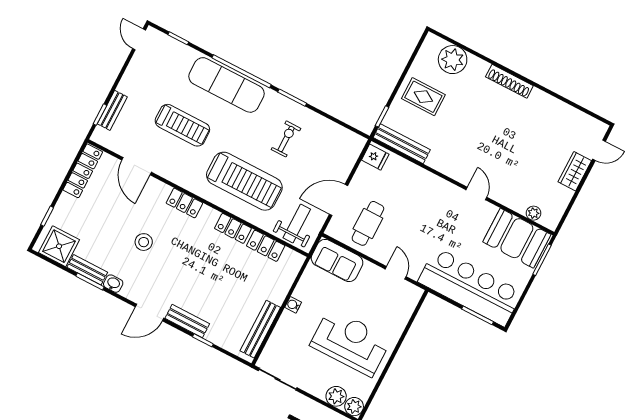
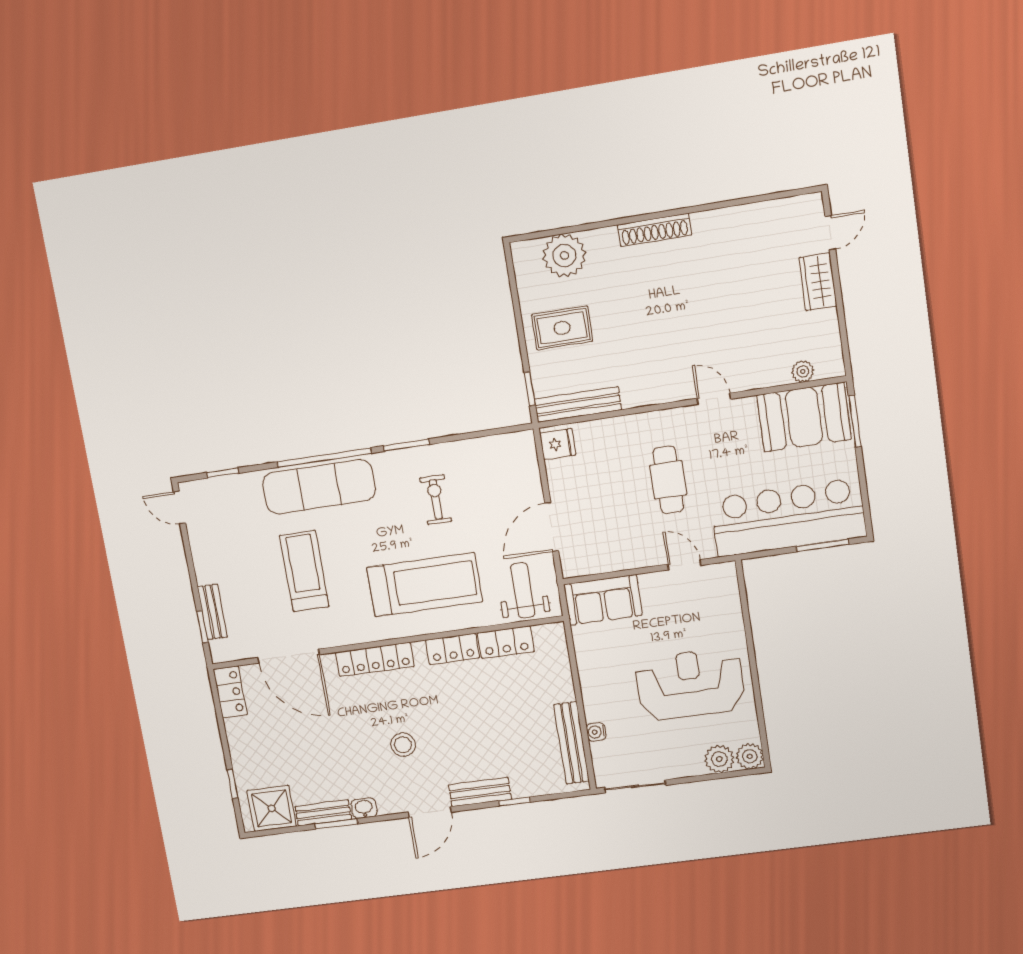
treadmill: (182, 125) -> (304, 571), turned -90
door: (137, 166) -> (288, 656), width x1.36
locker: (83, 171) -> (230, 692), width x0.66
locker: (184, 203) -> (375, 659), width x1.53
cafe table: (368, 223) -> (668, 480), moved
stool: (144, 242) -> (403, 745), moved
water cooler: (293, 305) -> (596, 732), moved

